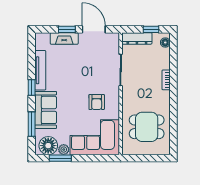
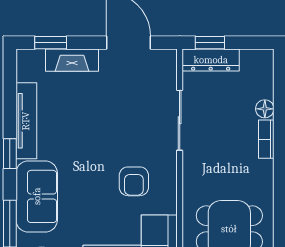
window: (67, 29) -> (51, 43), moved
window: (151, 29) -> (210, 43), moved
floor lamp: (165, 43) -> (265, 109), moved

